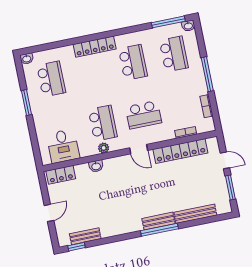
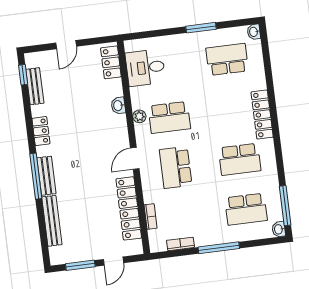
school desk: (51, 79) -> (227, 59), turned 180
door: (49, 213) -> (66, 45), hinge flipped
locker: (122, 228) -> (41, 131), added

